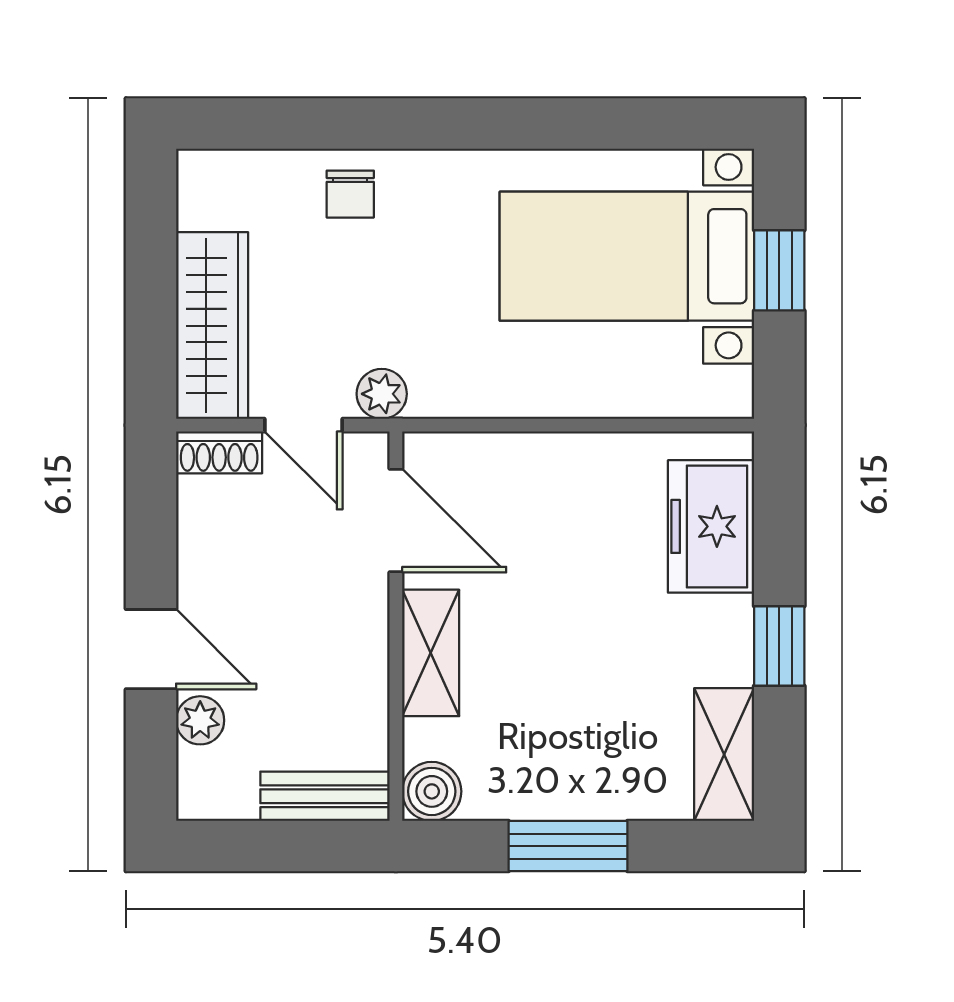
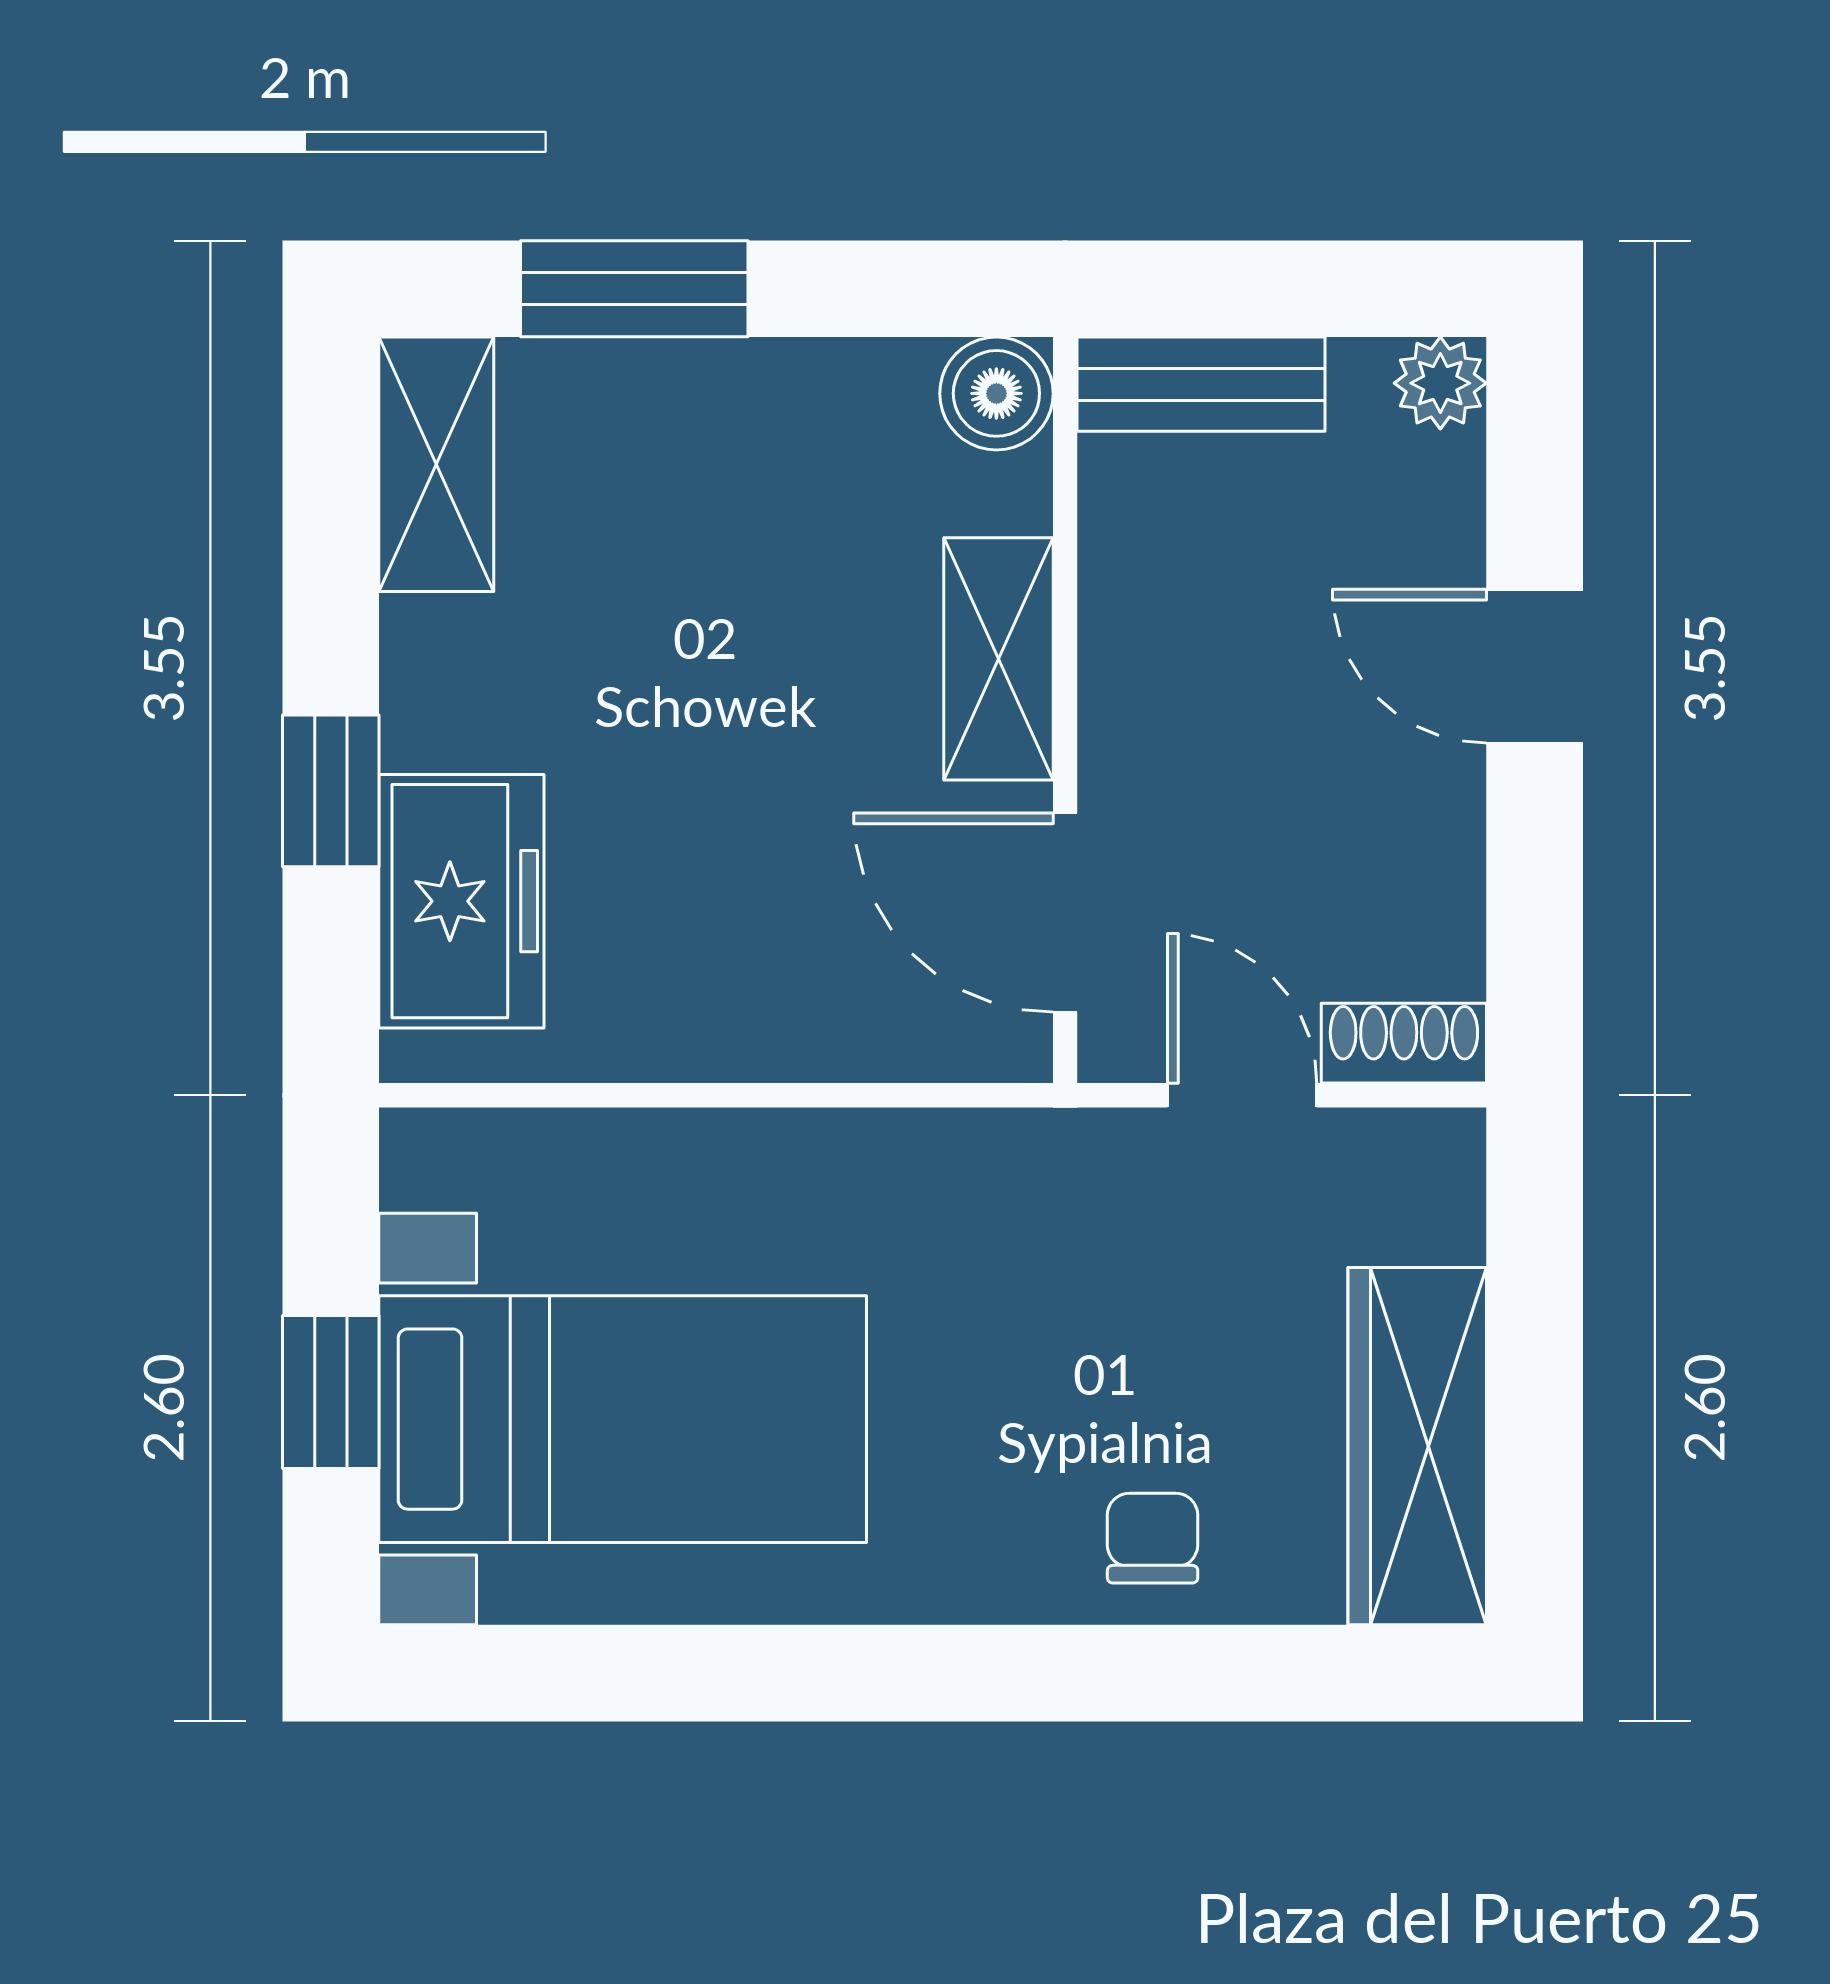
wardrobe: (212, 326) -> (1417, 1446), moved
plant: (382, 394) -> (1092, 1155), removed
window: (779, 646) -> (331, 791), moved
plant: (200, 720) -> (1440, 383), moved
window: (568, 846) -> (634, 289), moved

